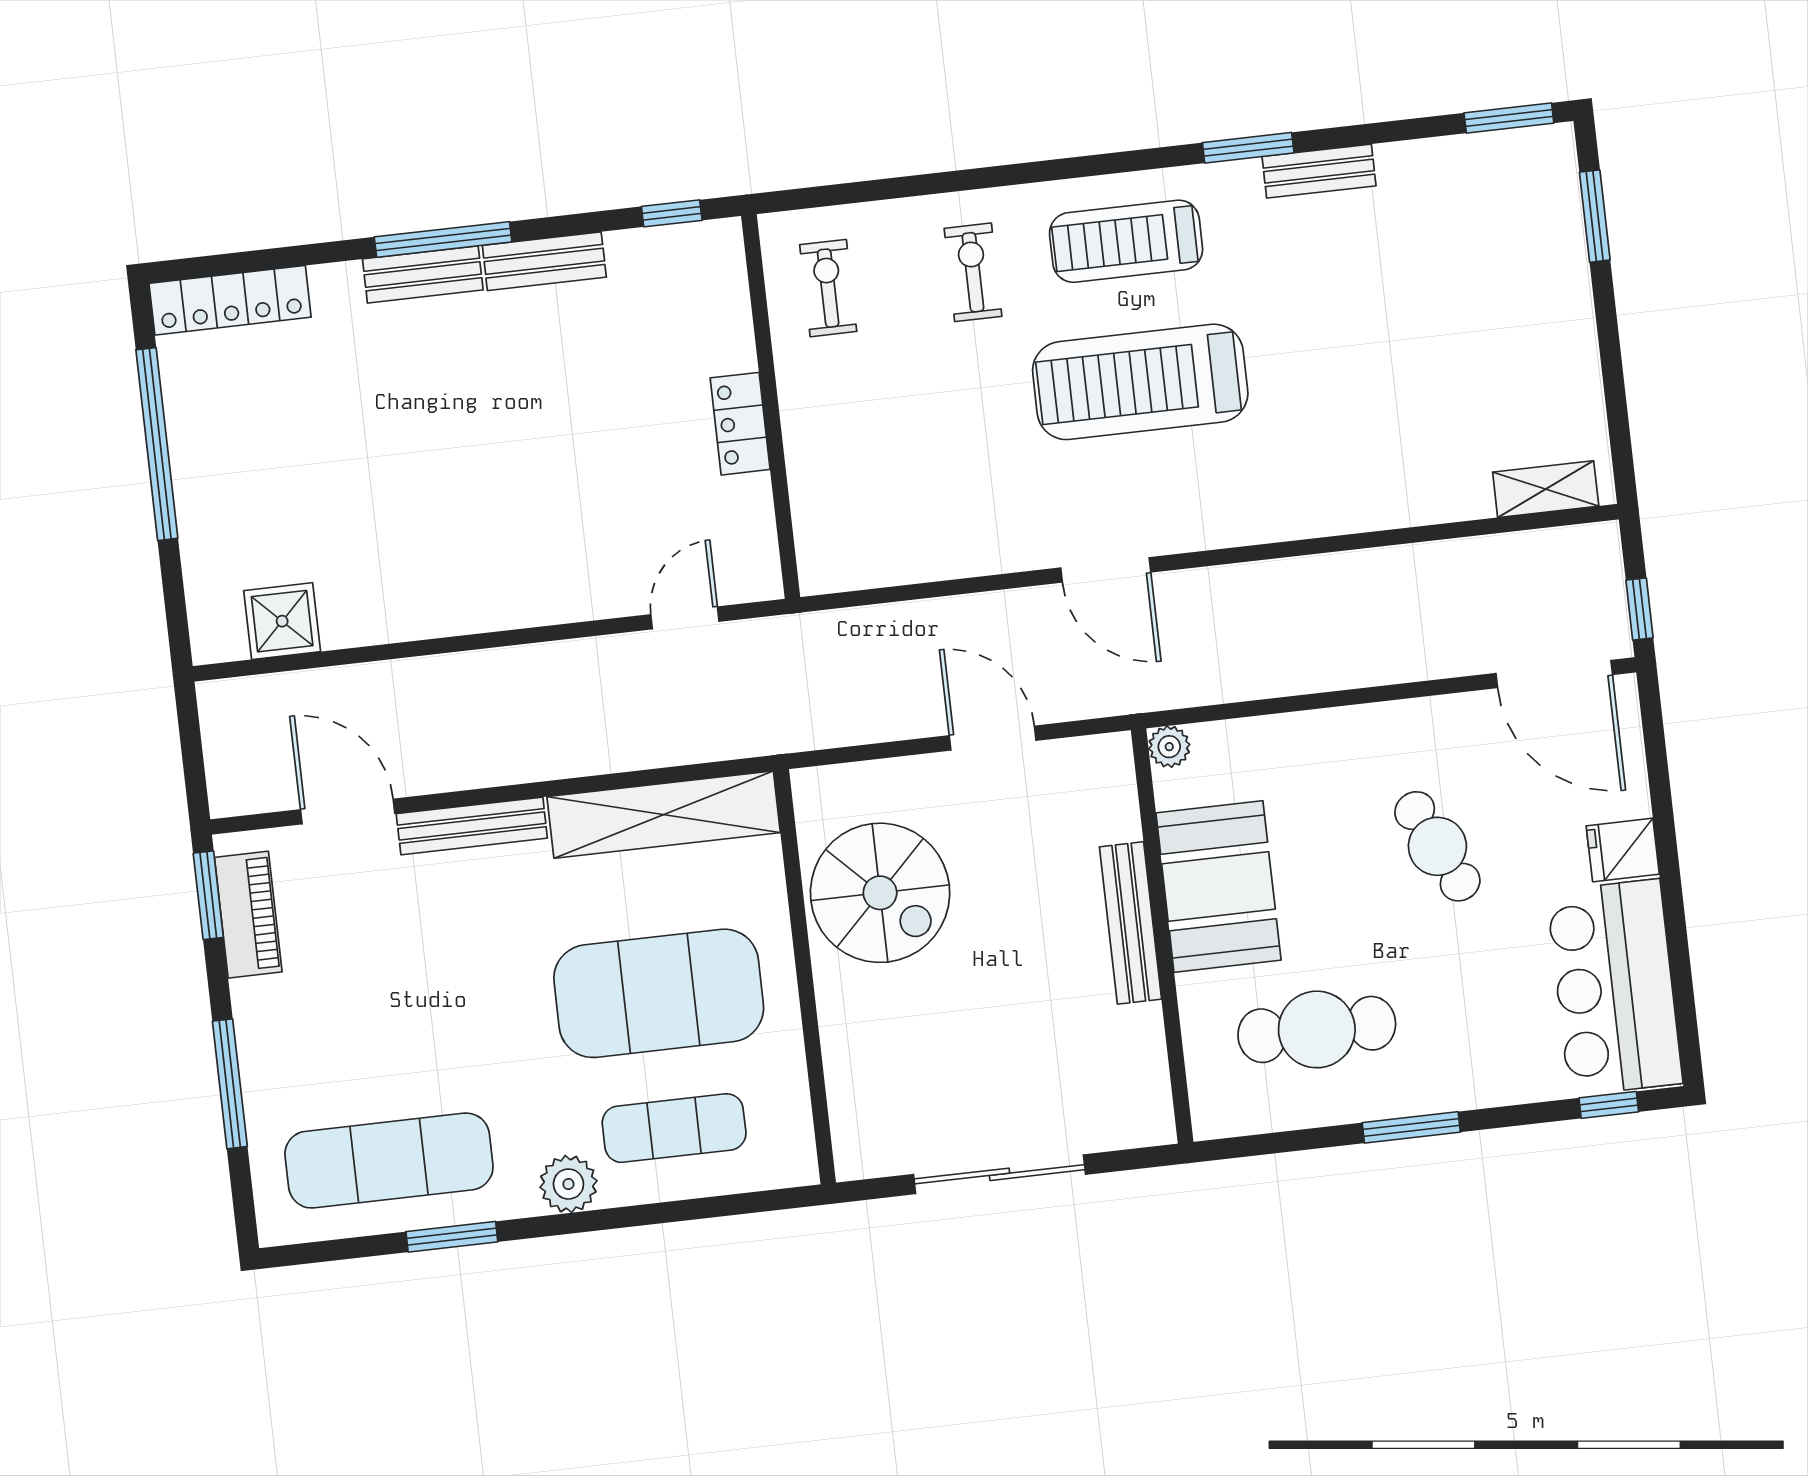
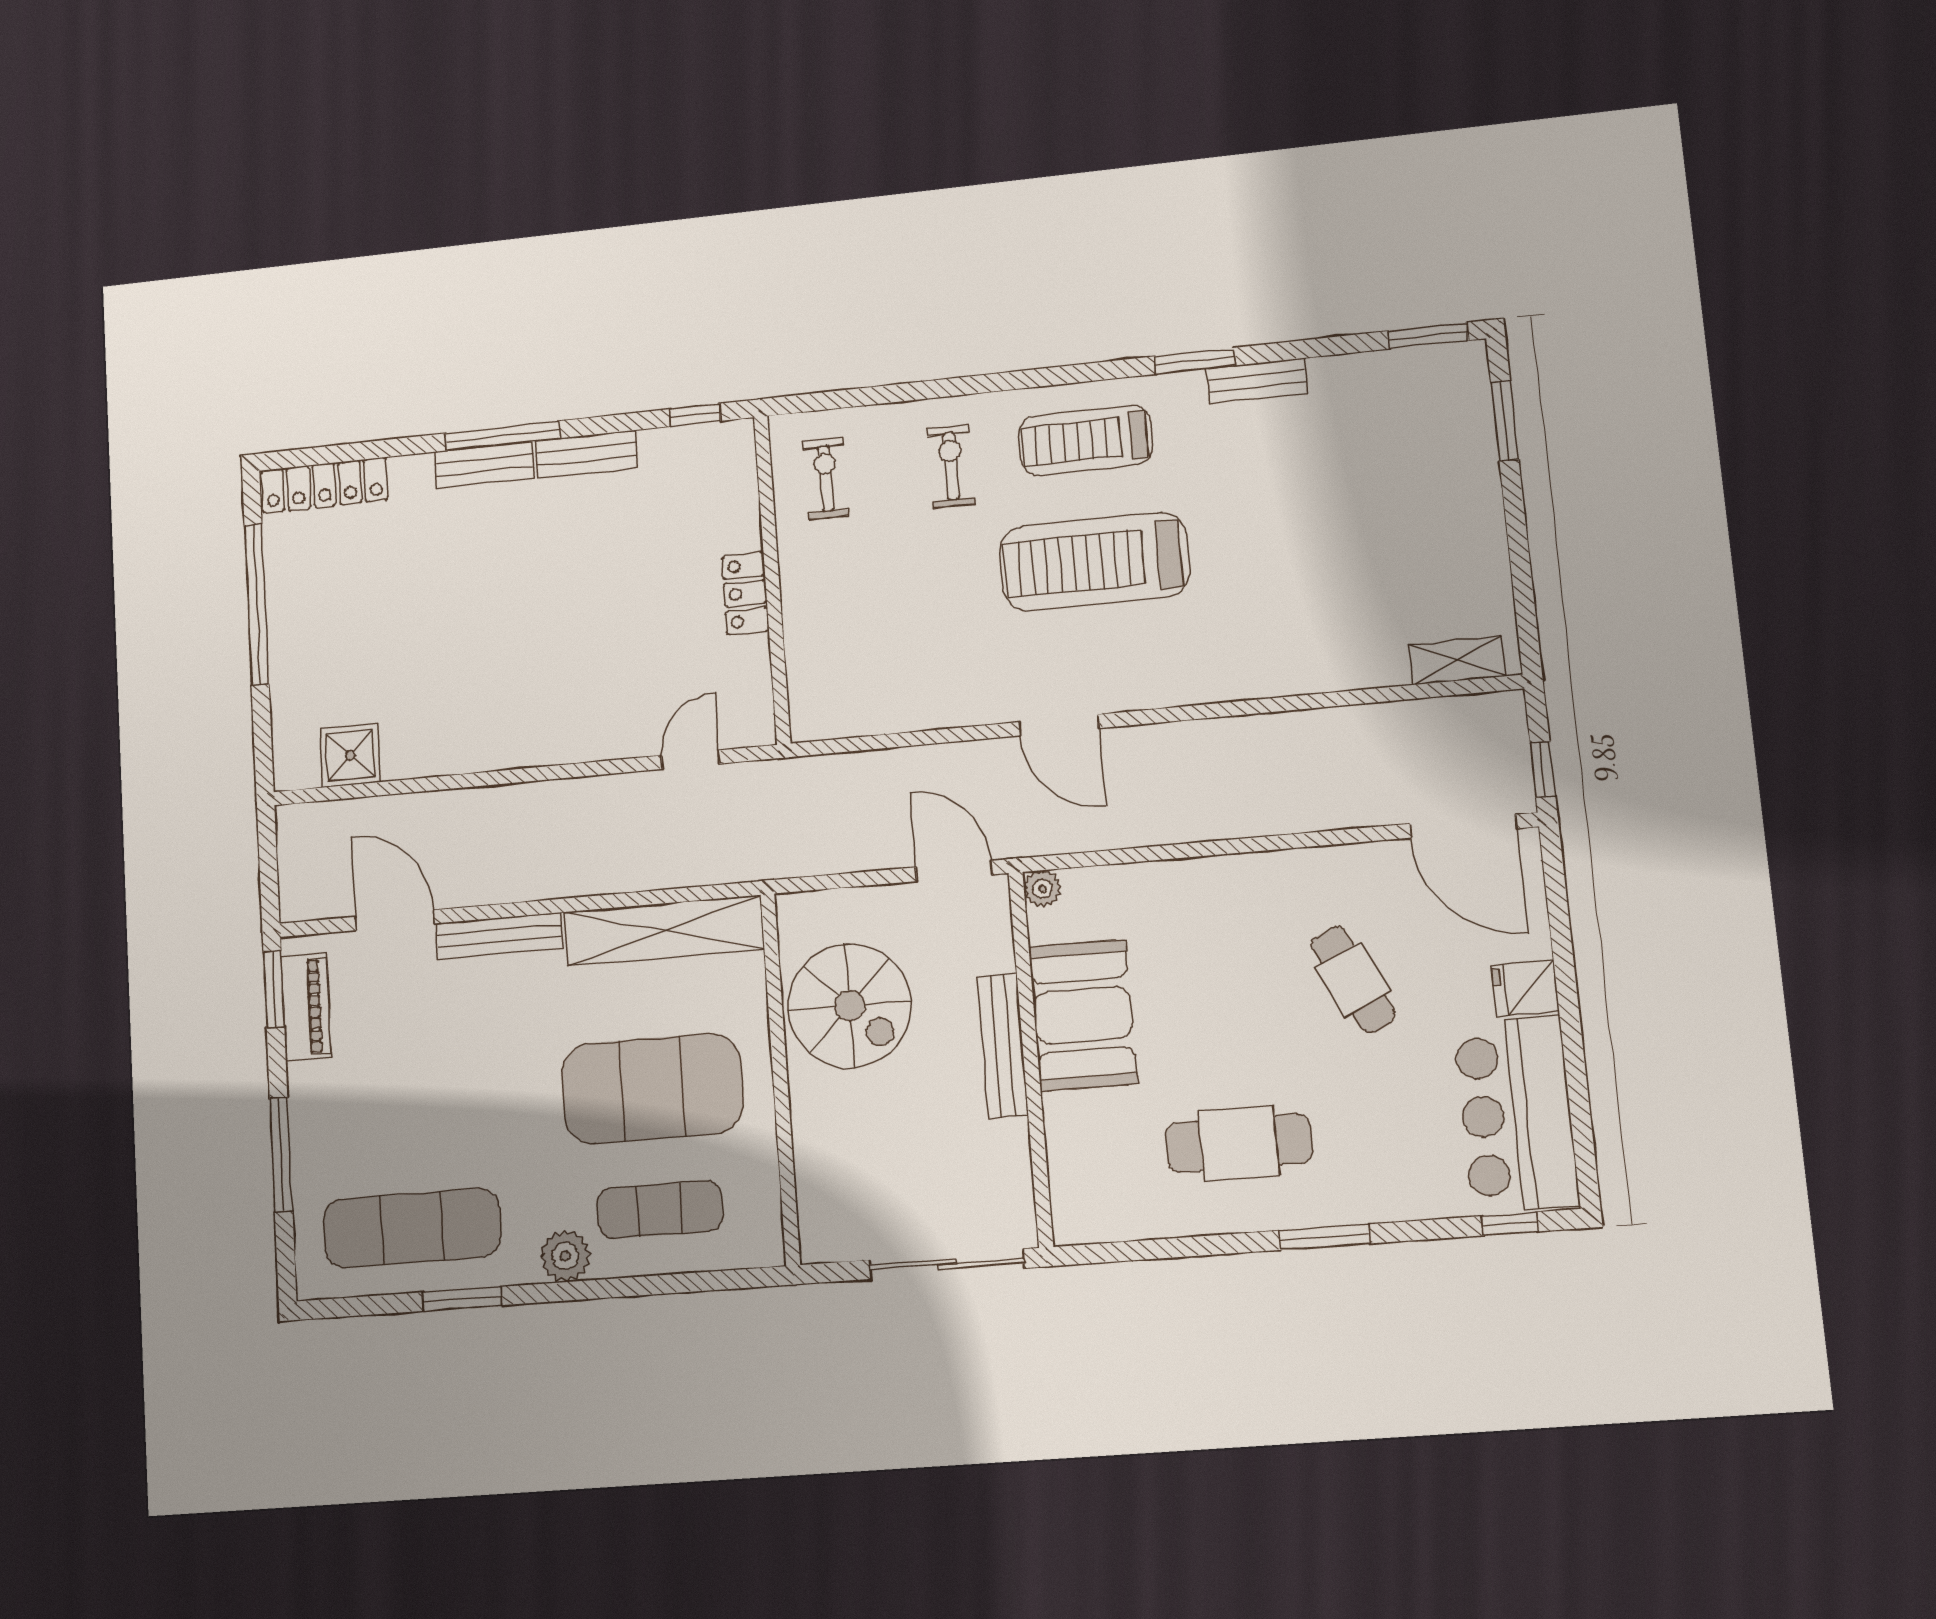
plant: (1169, 747) -> (1042, 889), moved
booth: (1218, 886) -> (1083, 1015), moved
bench: (1131, 923) -> (1003, 1046), moved
wall: (1162, 936) -> (1031, 1058), moved

